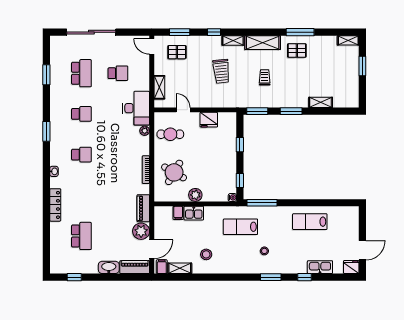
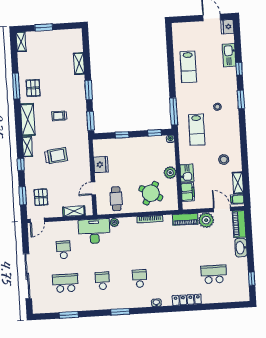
filing cabinet: (178, 213) -> (188, 192), width x2.00

